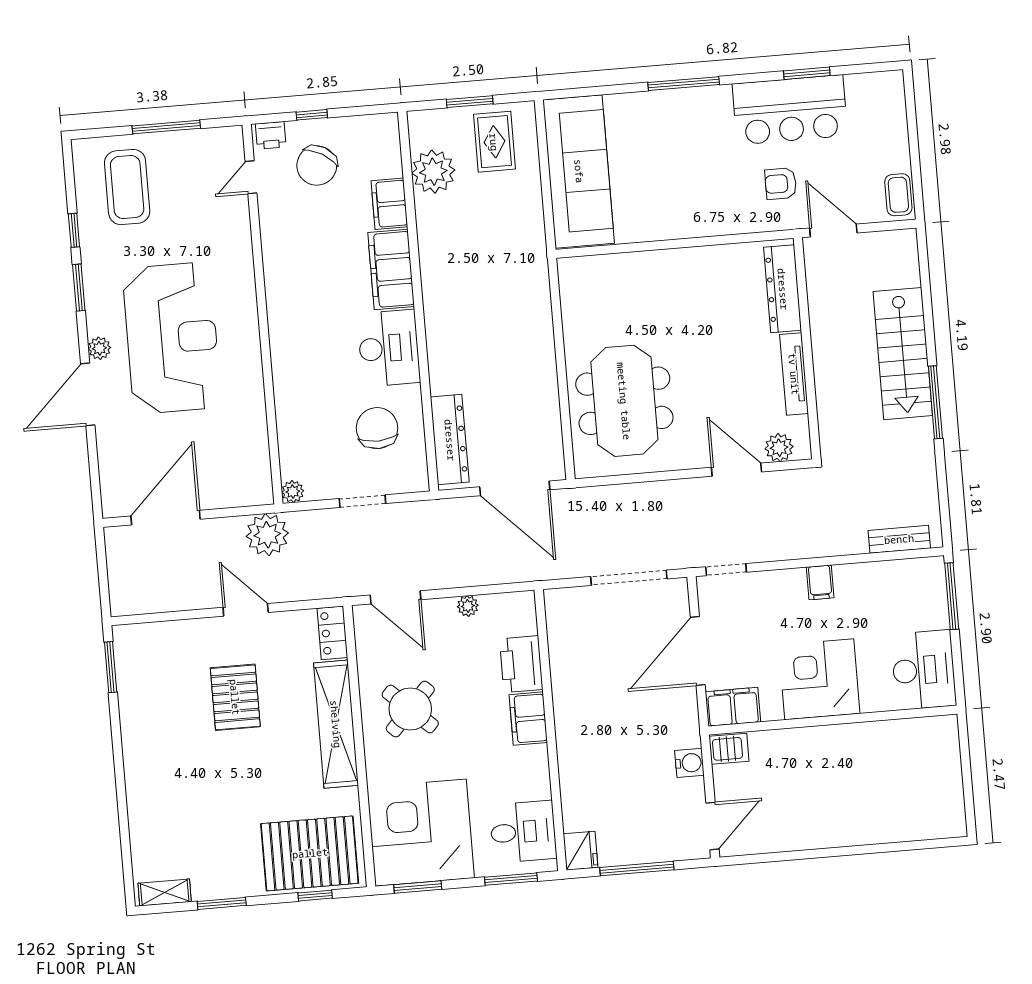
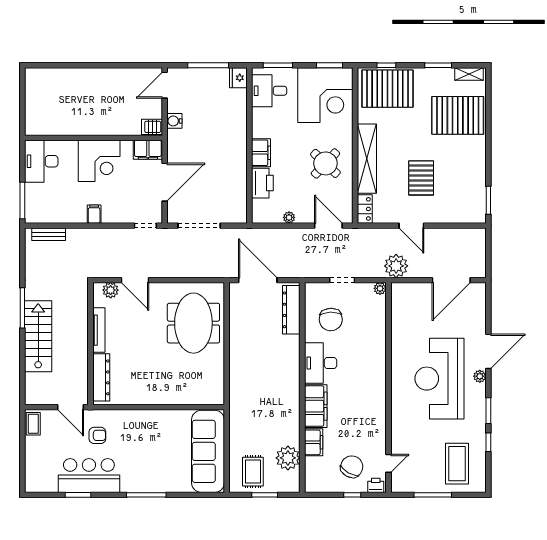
pallet: (179, 816) -> (458, 115), added

